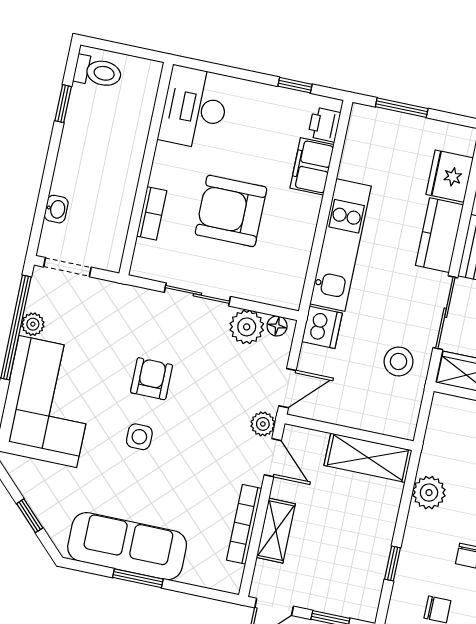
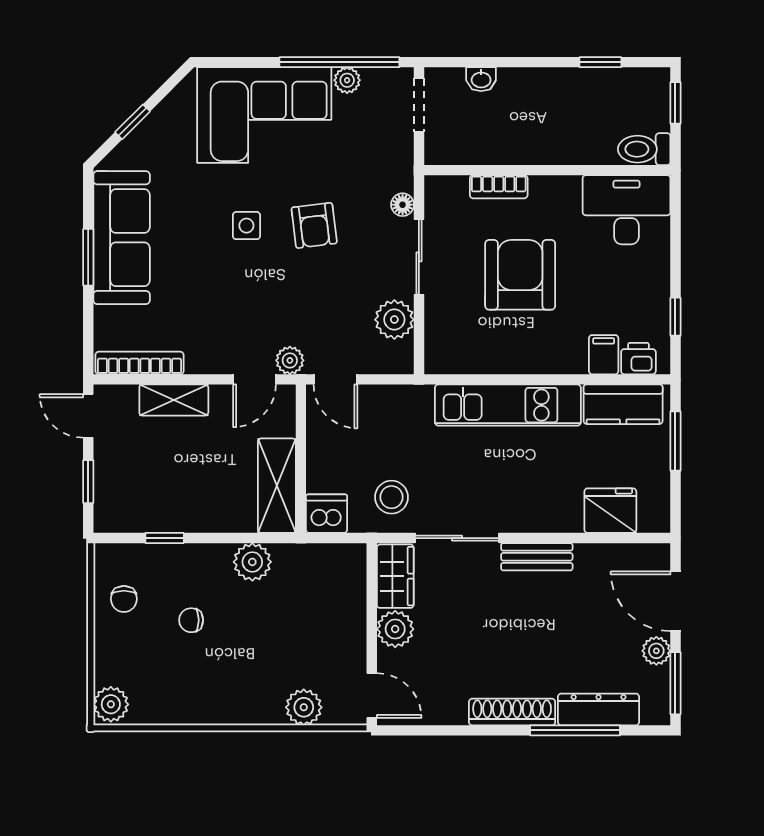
window: (112, 47) -> (675, 103), added
toilet: (98, 72) -> (644, 149), moved, turned 90
filing cabinet: (312, 166) -> (604, 355), width x0.50
kitchen counter: (440, 235) -> (623, 404), moved, turned 180
floor lamp: (277, 326) -> (403, 205), moved
dishwasher: (322, 327) -> (327, 514), moved, turned 180
armchair: (151, 379) -> (314, 225), turned 83
bookcase: (244, 524) -> (139, 363), moved

